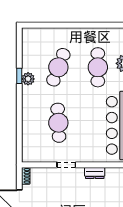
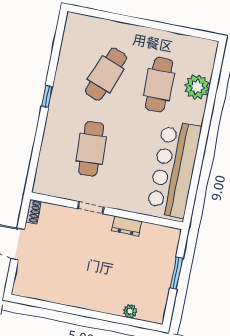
window: (19, 76) -> (47, 97), moved
plant: (28, 79) -> (62, 82), removed

